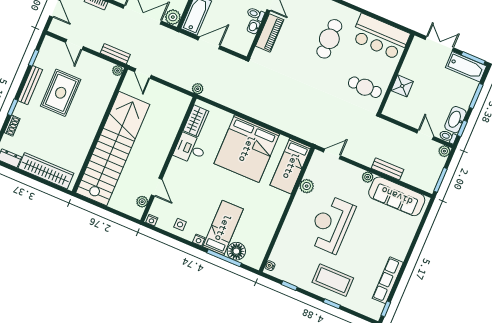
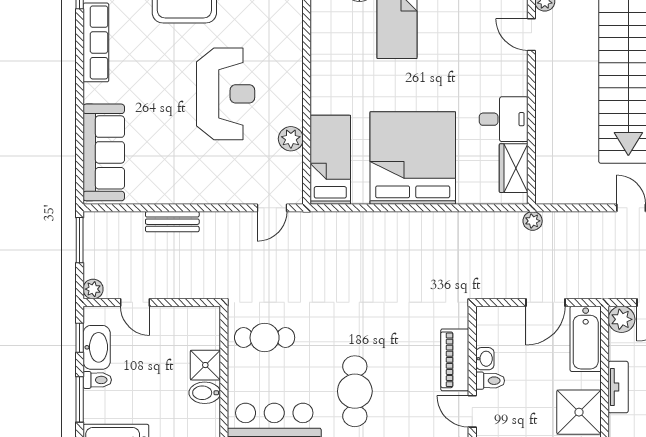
bidet: (409, 72) -> (205, 393), added
toilet: (448, 137) -> (97, 380), moved
plant: (368, 177) -> (199, 195), removed
sofa: (397, 196) -> (104, 152), moved, turned 90

